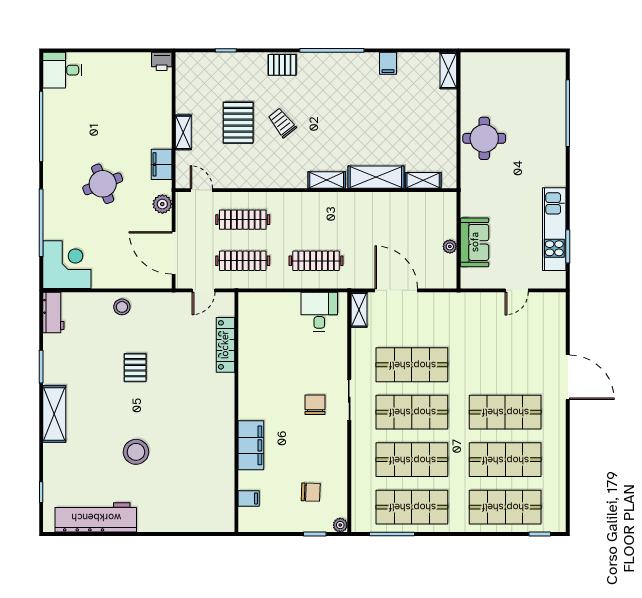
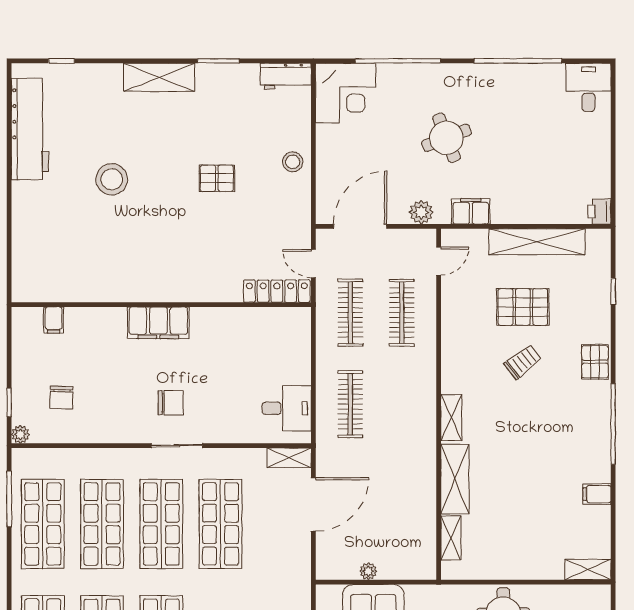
shelving: (183, 132) -> (537, 242), width x2.20, depth x1.33
locker: (225, 345) -> (277, 291), moved
filing cabinet: (251, 445) -> (158, 323), moved

